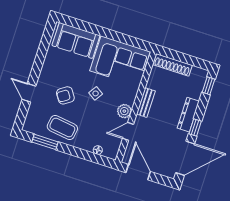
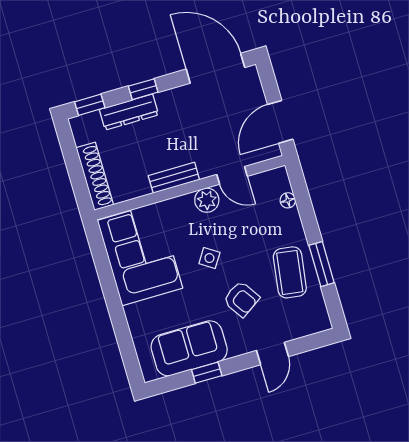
sofa: (76, 40) -> (189, 348), moved, turned -90
window: (41, 55) -> (207, 373), added
dresser: (188, 115) -> (129, 112), moved
window: (195, 127) -> (143, 89), moved
window: (45, 142) -> (322, 264), moved

